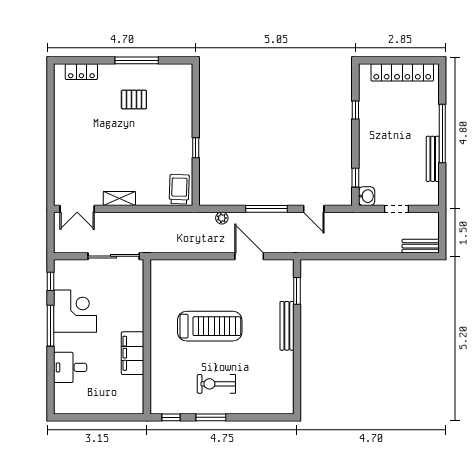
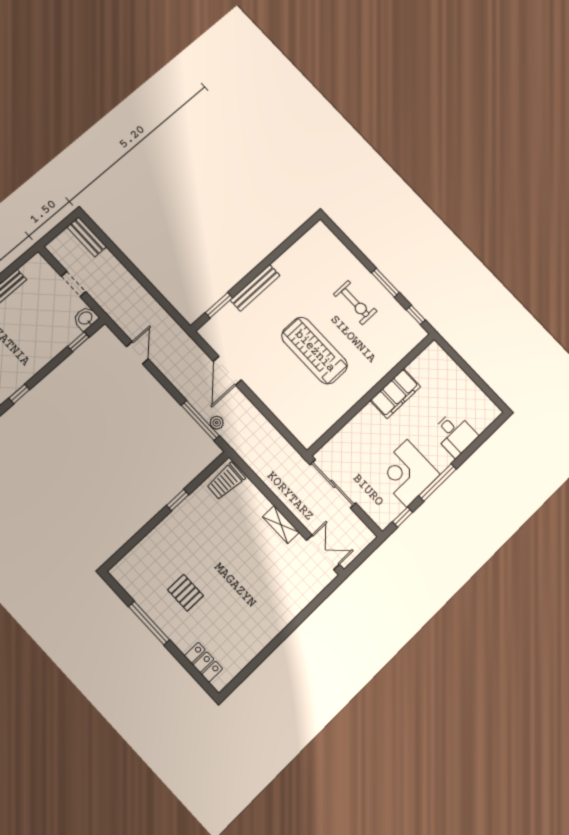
window: (266, 209) -> (200, 420), moved

